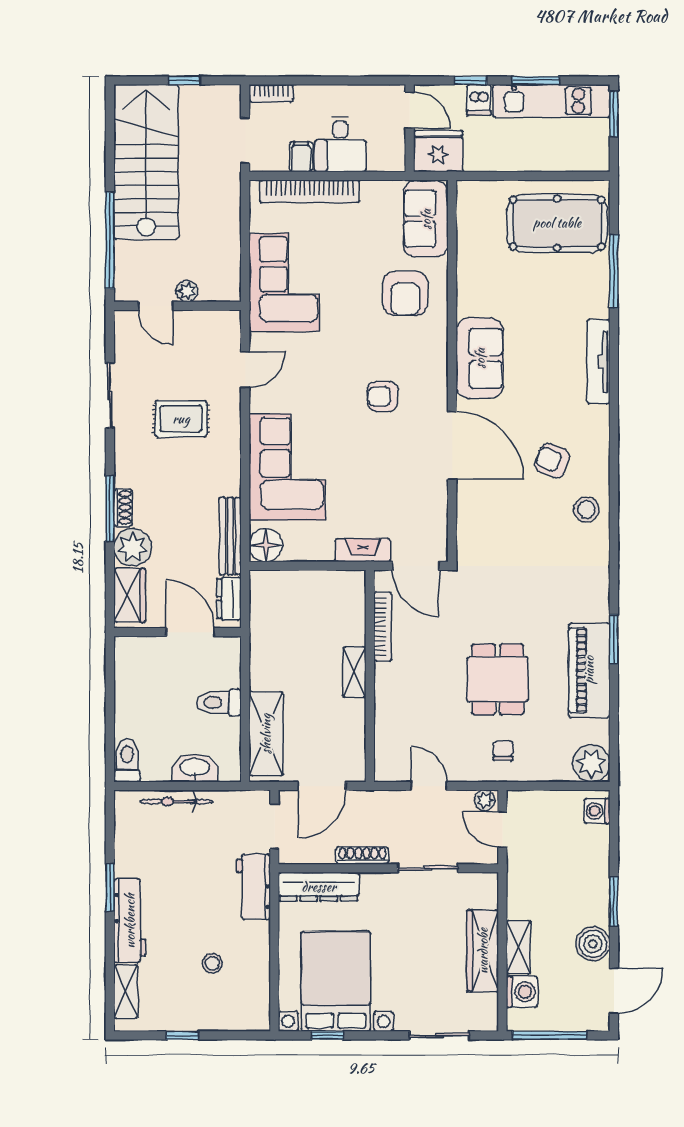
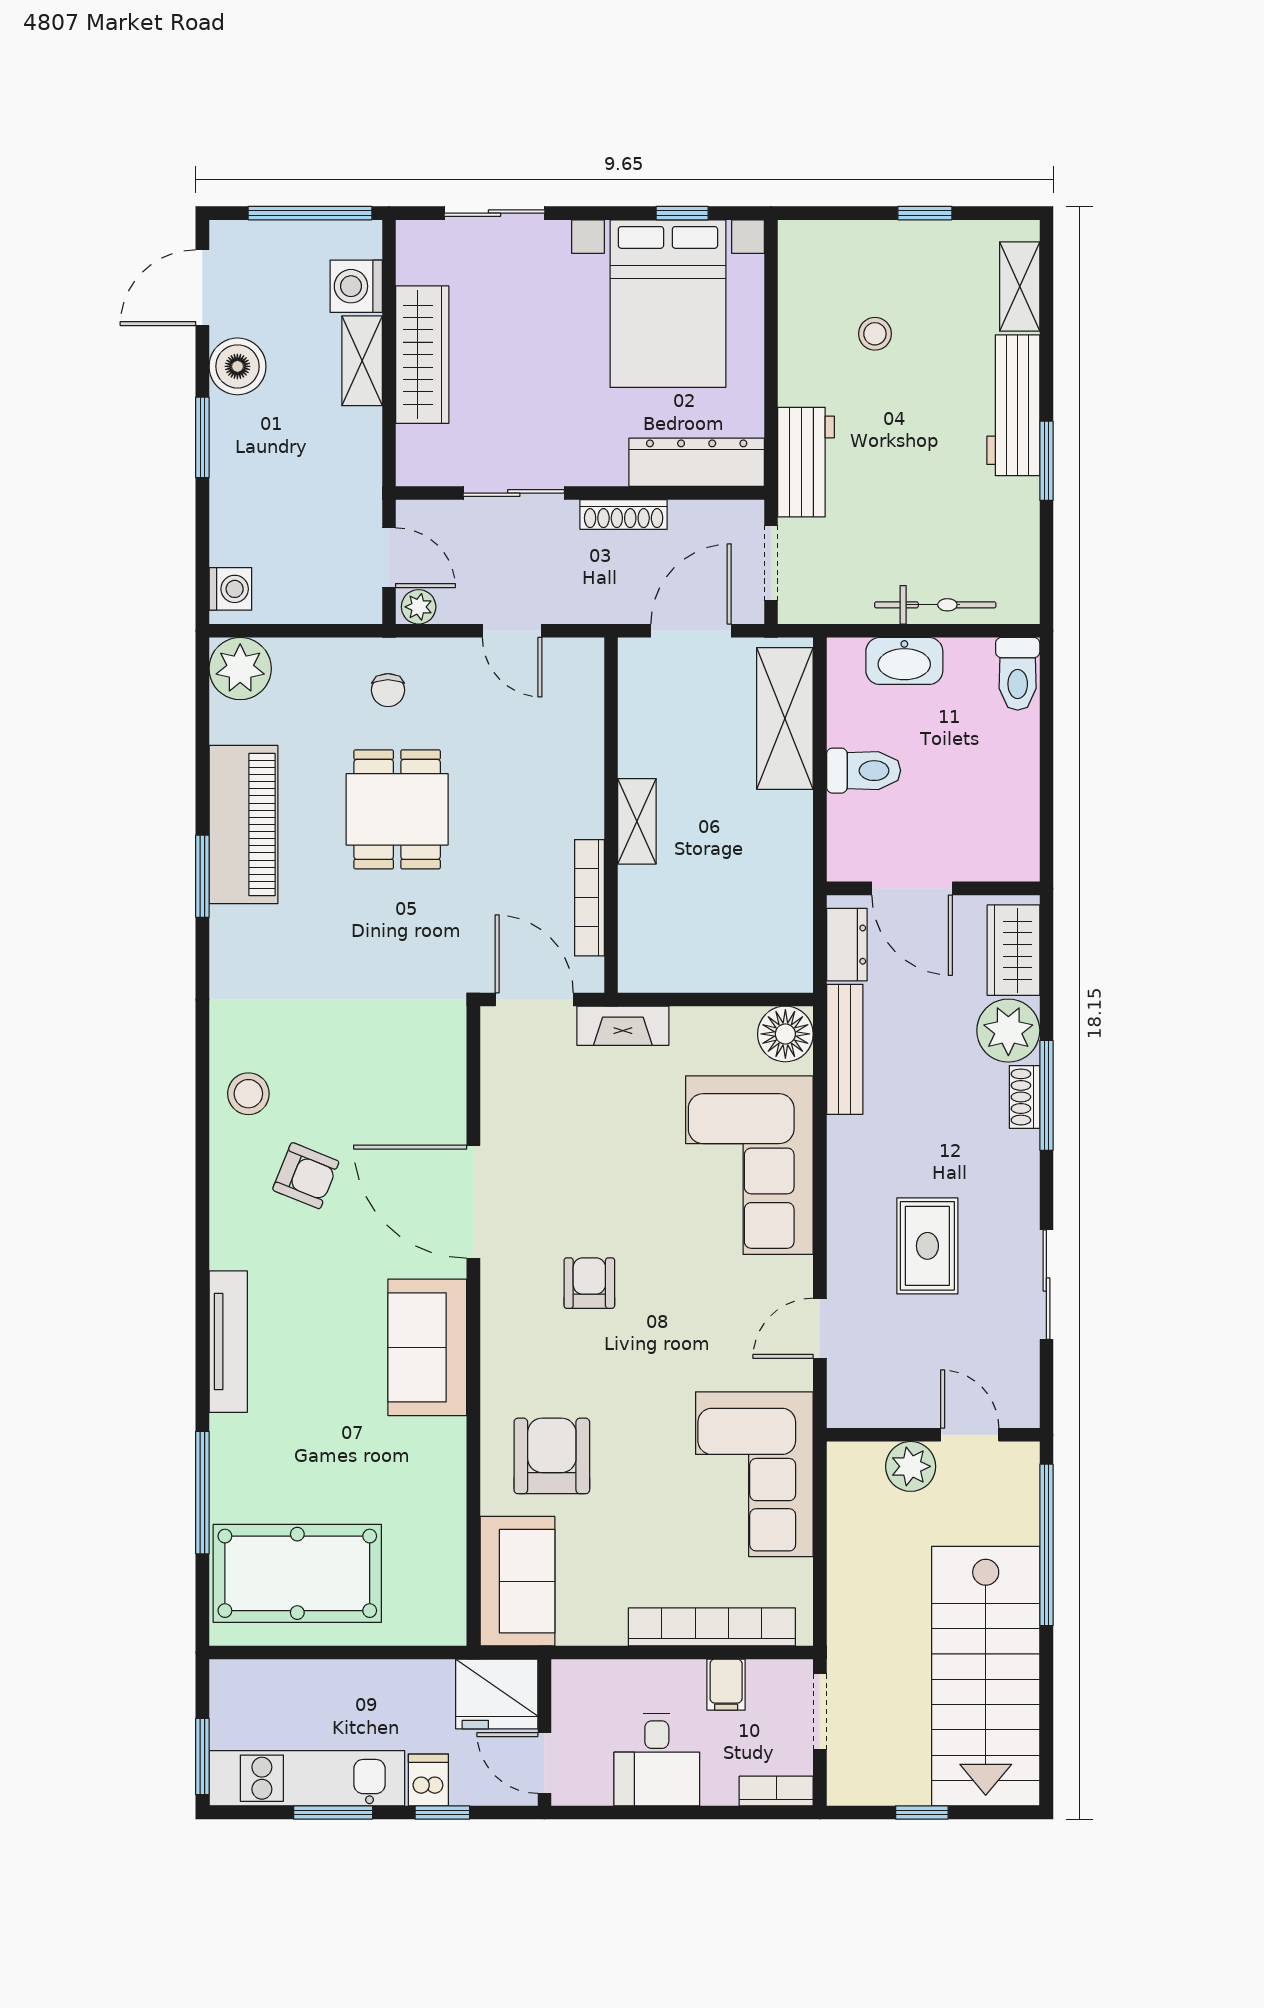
desk: (340, 144) -> (657, 1760), moved, turned 180
plant: (187, 291) -> (911, 1466), width x1.38, depth x1.38
armchair: (383, 397) -> (589, 1283), turned -90
rug: (181, 419) -> (927, 1246), turned 90

